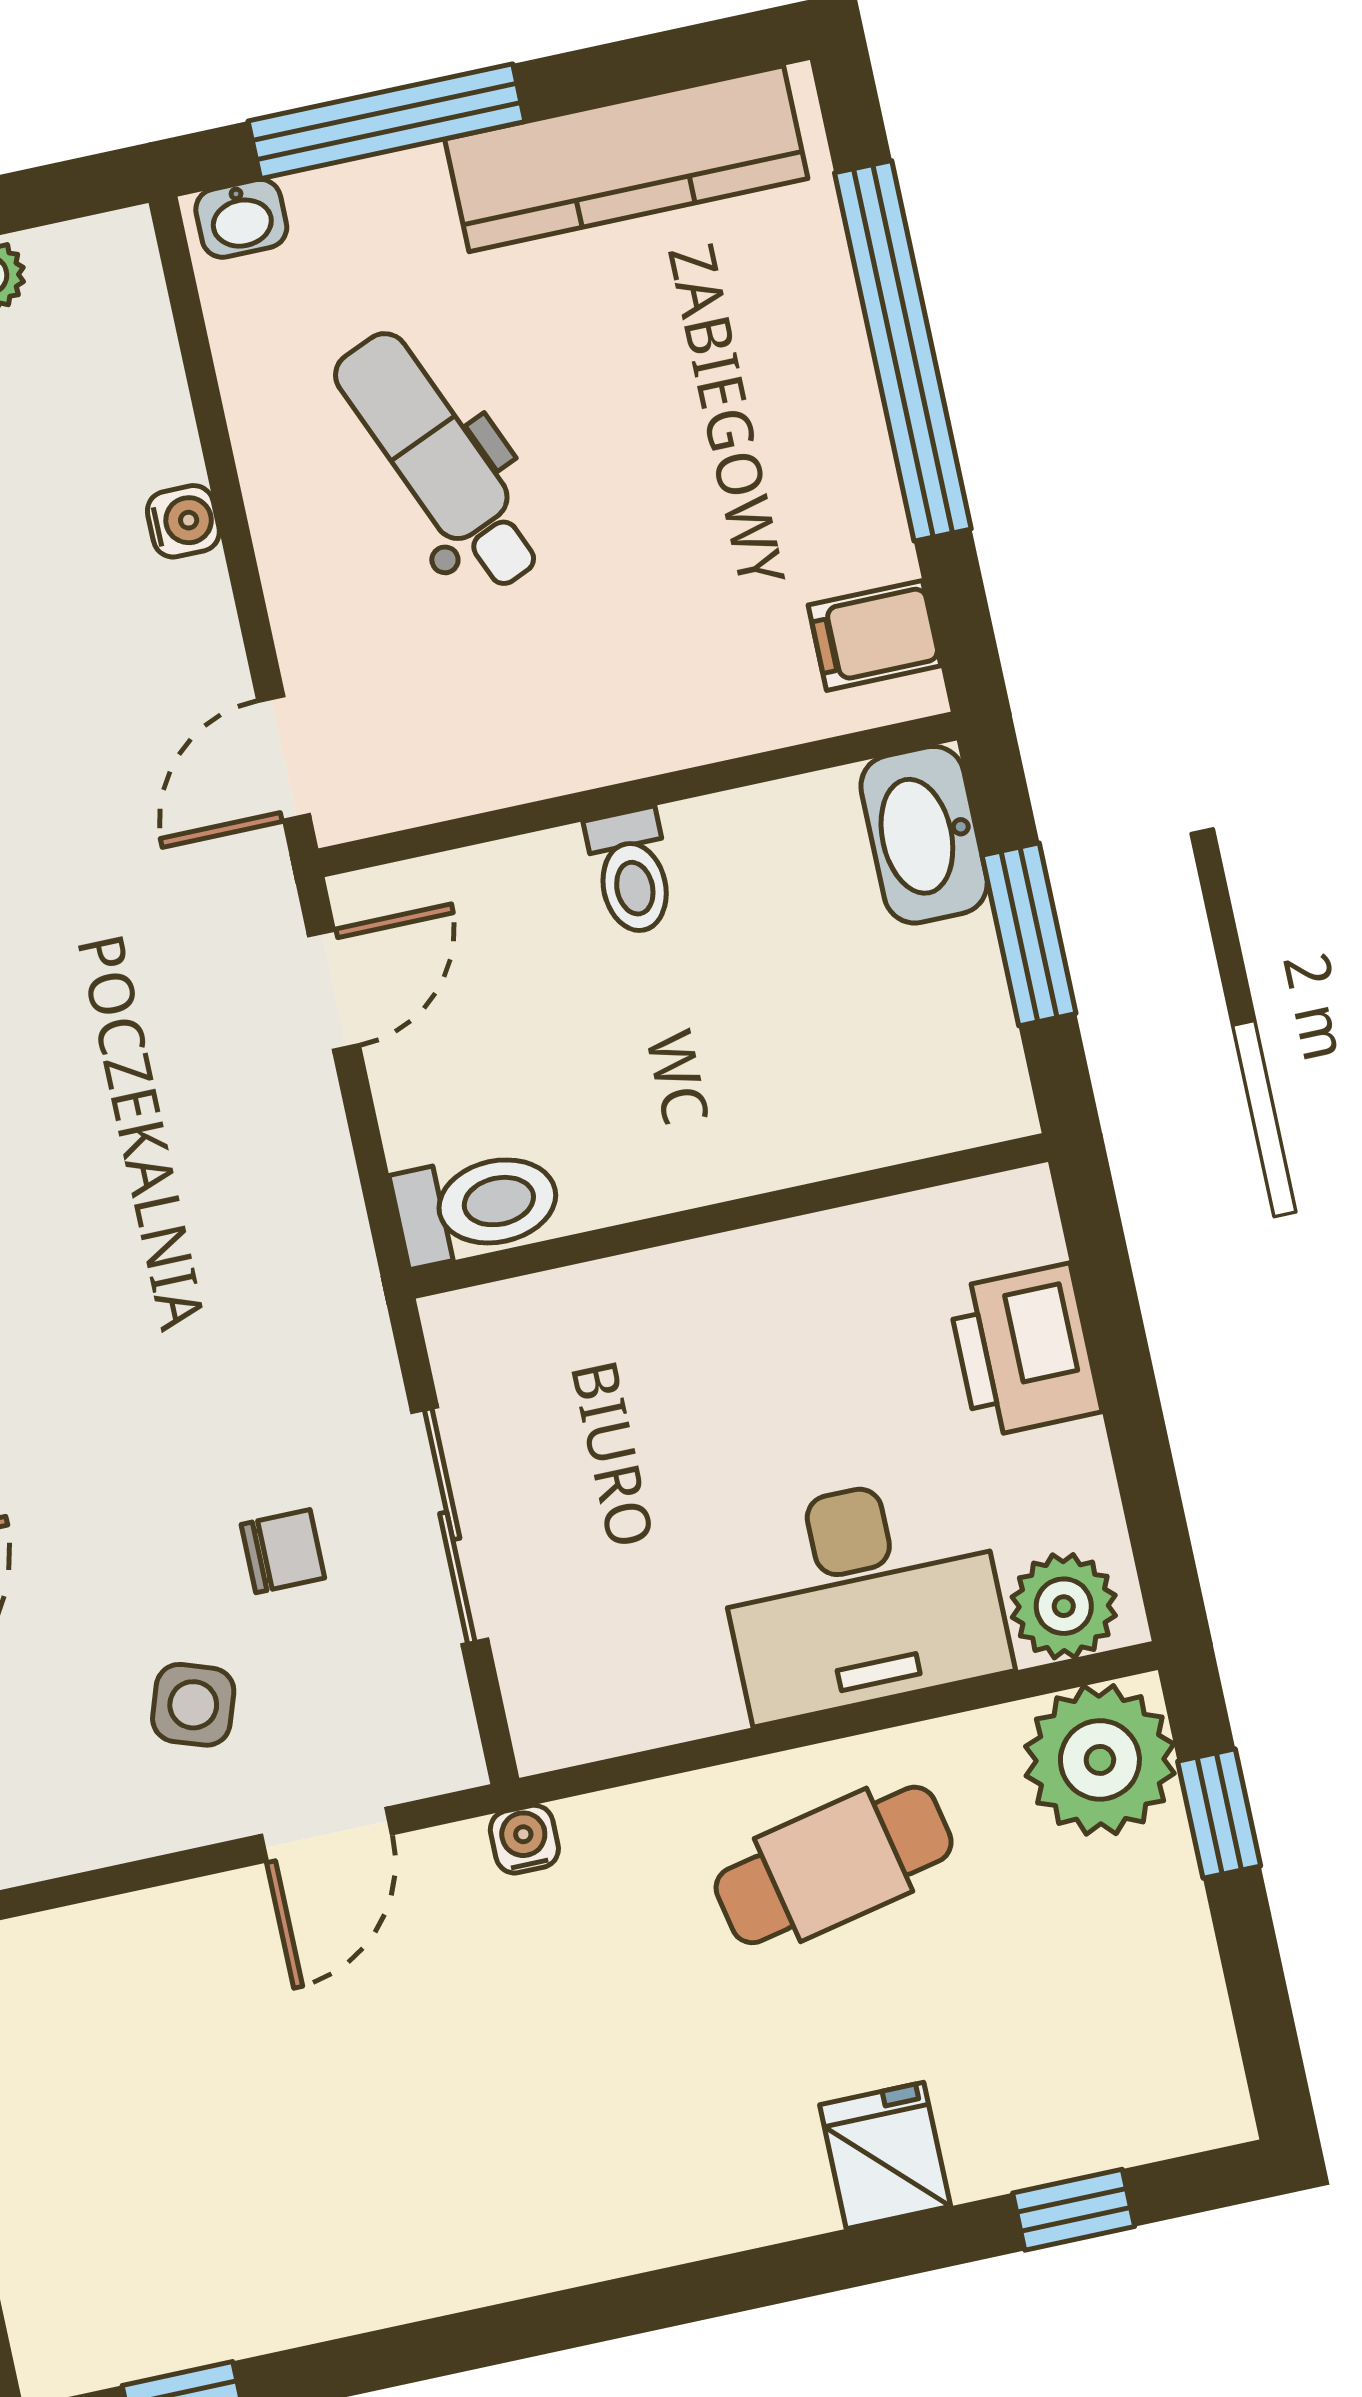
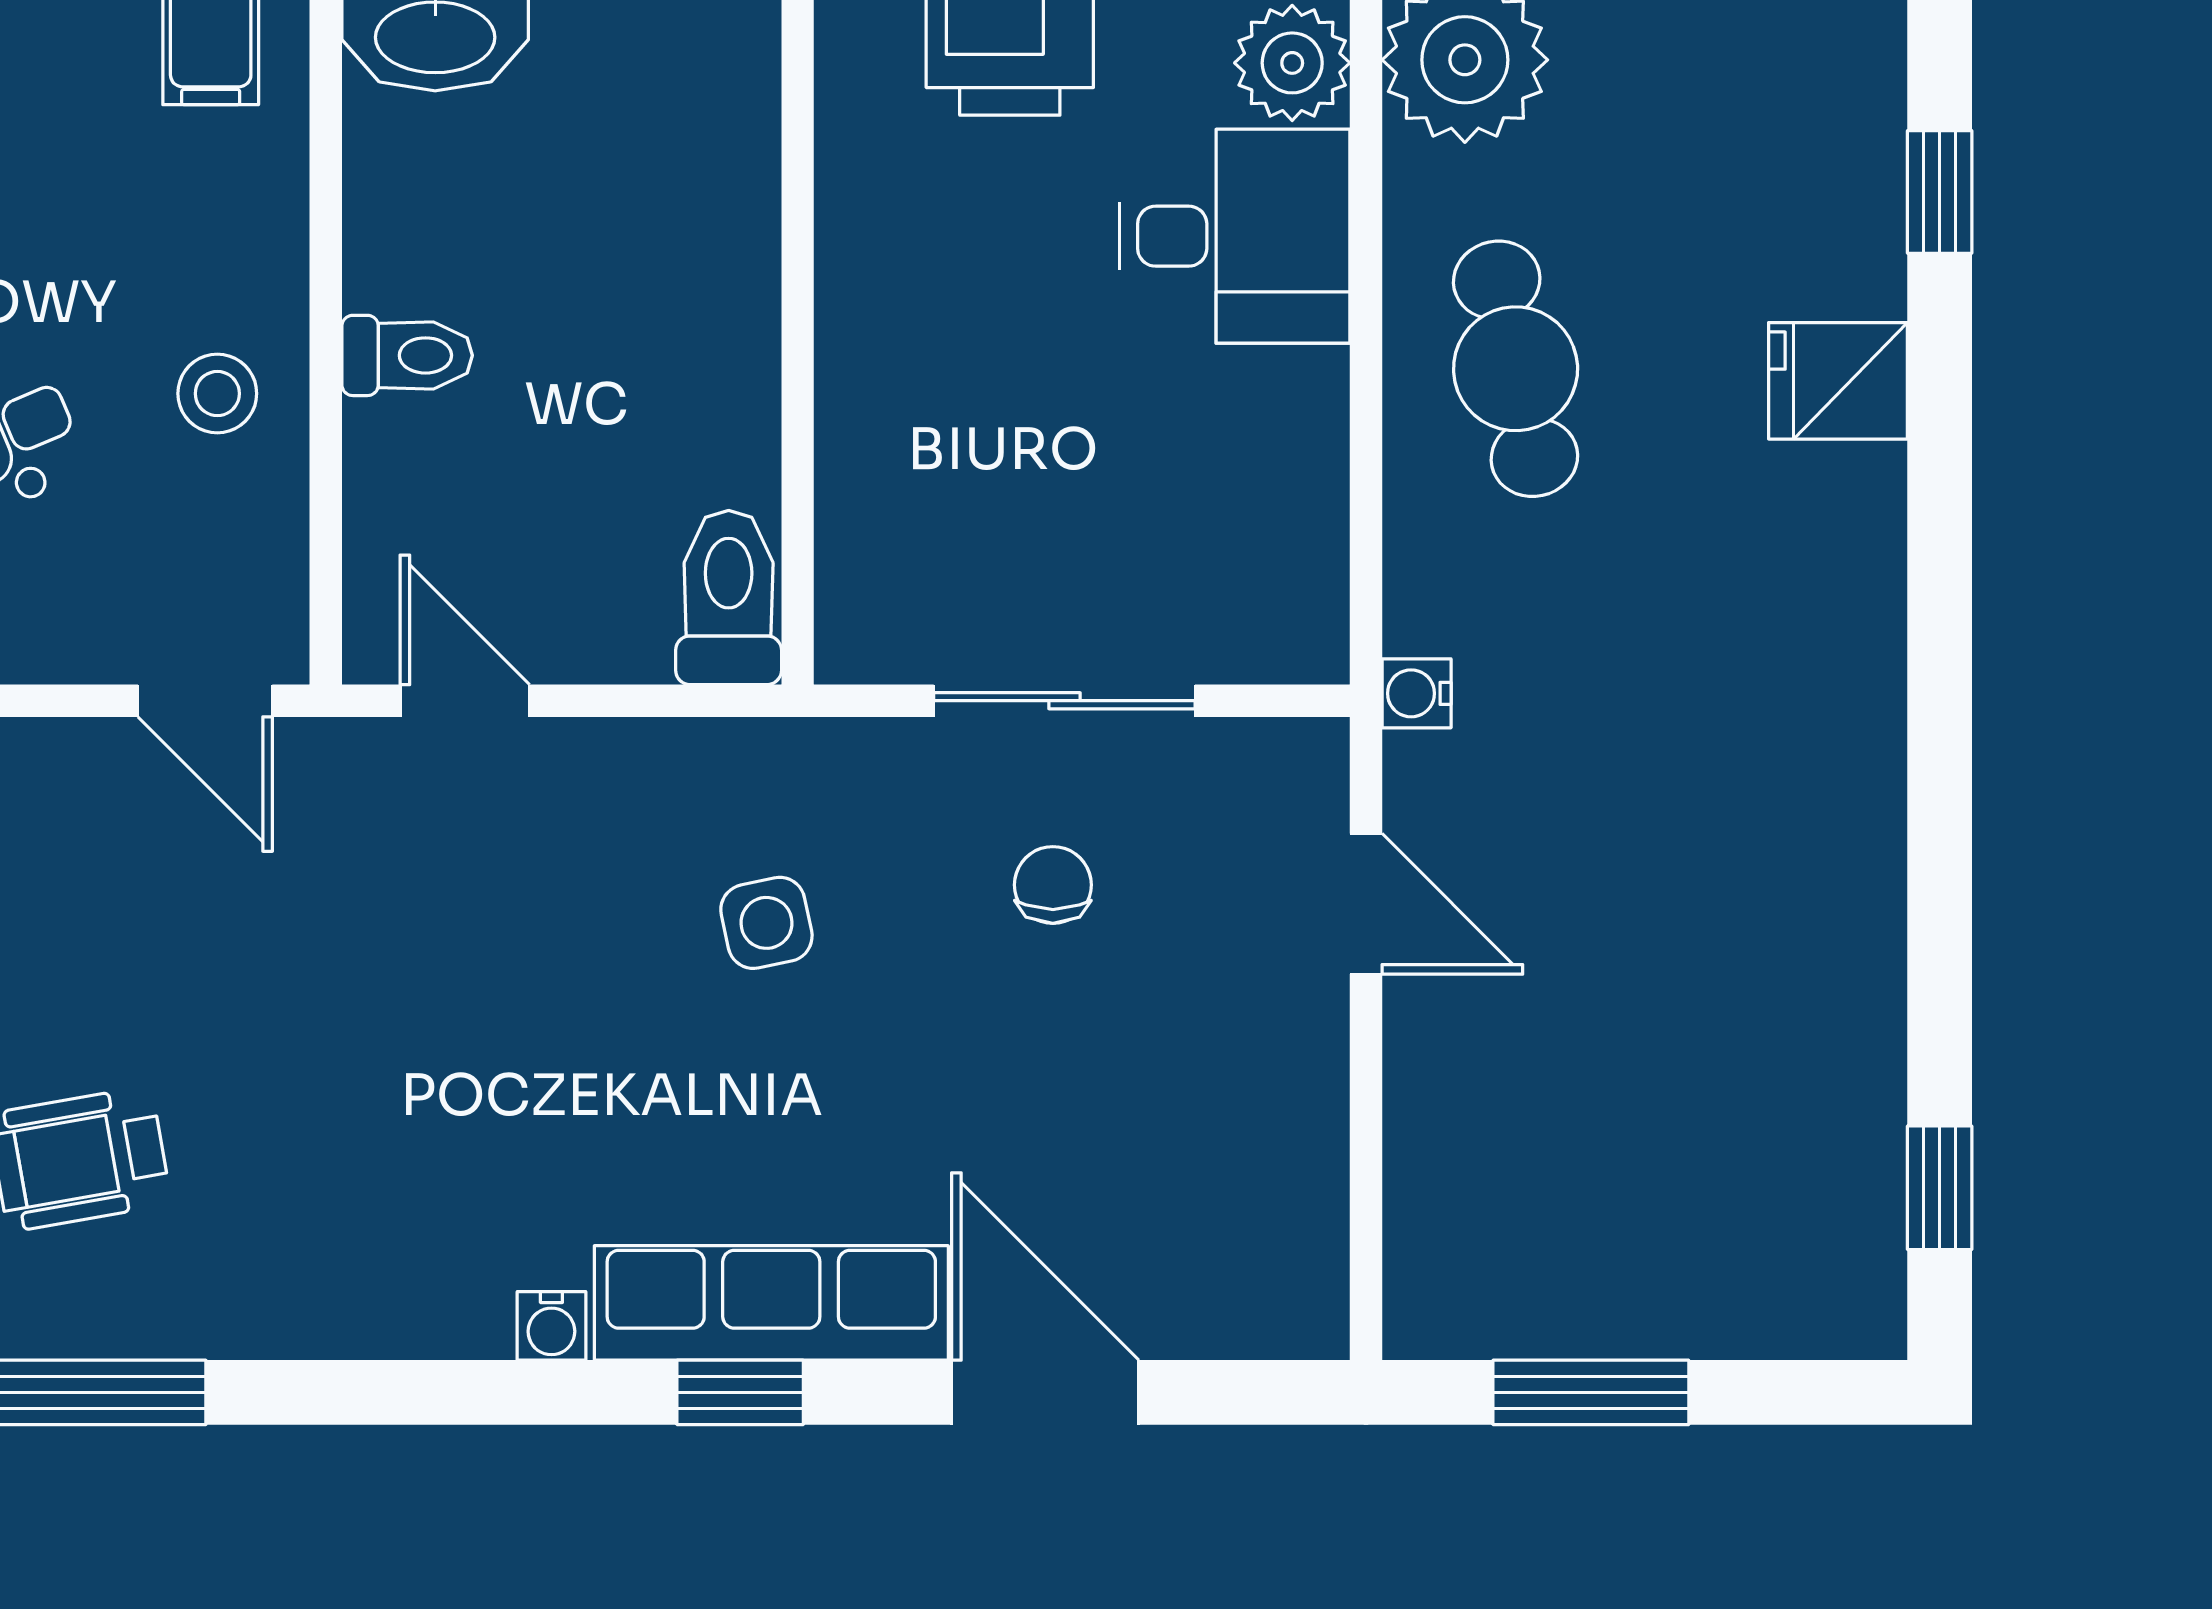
stool: (561, 709) -> (217, 394), added
desk: (862, 1596) -> (1234, 236), width x0.73
side table: (193, 1705) -> (766, 923), moved, turned -31

